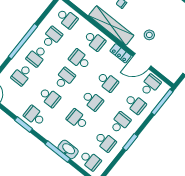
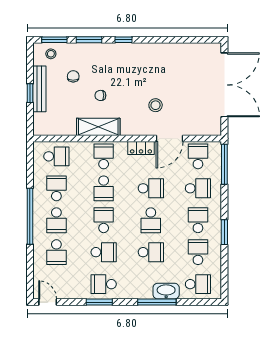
shelving: (111, 25) -> (98, 127), width x0.68
school desk: (95, 41) -> (104, 156), turned -90
school desk: (80, 59) -> (104, 188), turned -90
school desk: (92, 100) -> (151, 220), turned 90
school desk: (77, 119) -> (151, 252), turned 180
school desk: (105, 142) -> (198, 252), turned -90

